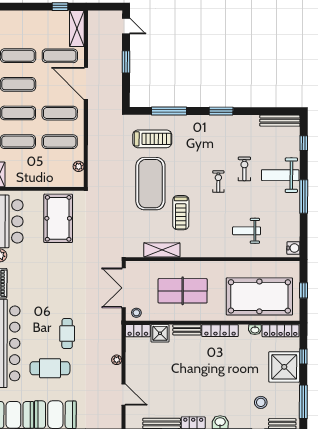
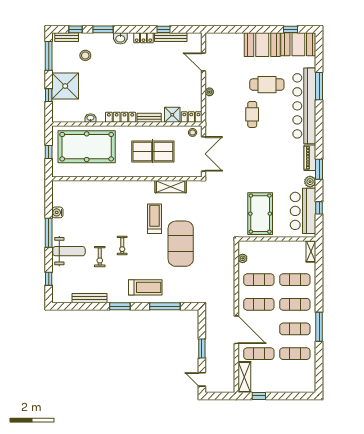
bench: (280, 121) -> (90, 298), moved
treadmill: (152, 139) -> (145, 287), moved, turned 180
weight bench: (247, 231) -> (98, 203), removed
water cooler: (293, 248) -> (57, 212), moved
locker: (281, 331) -> (68, 117), removed

